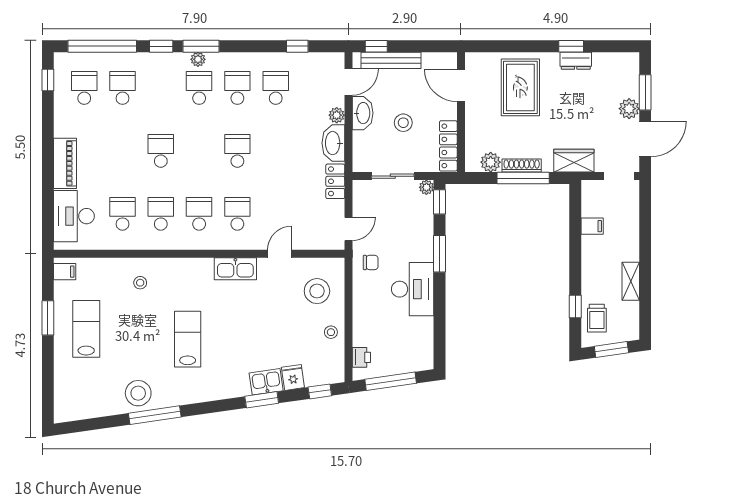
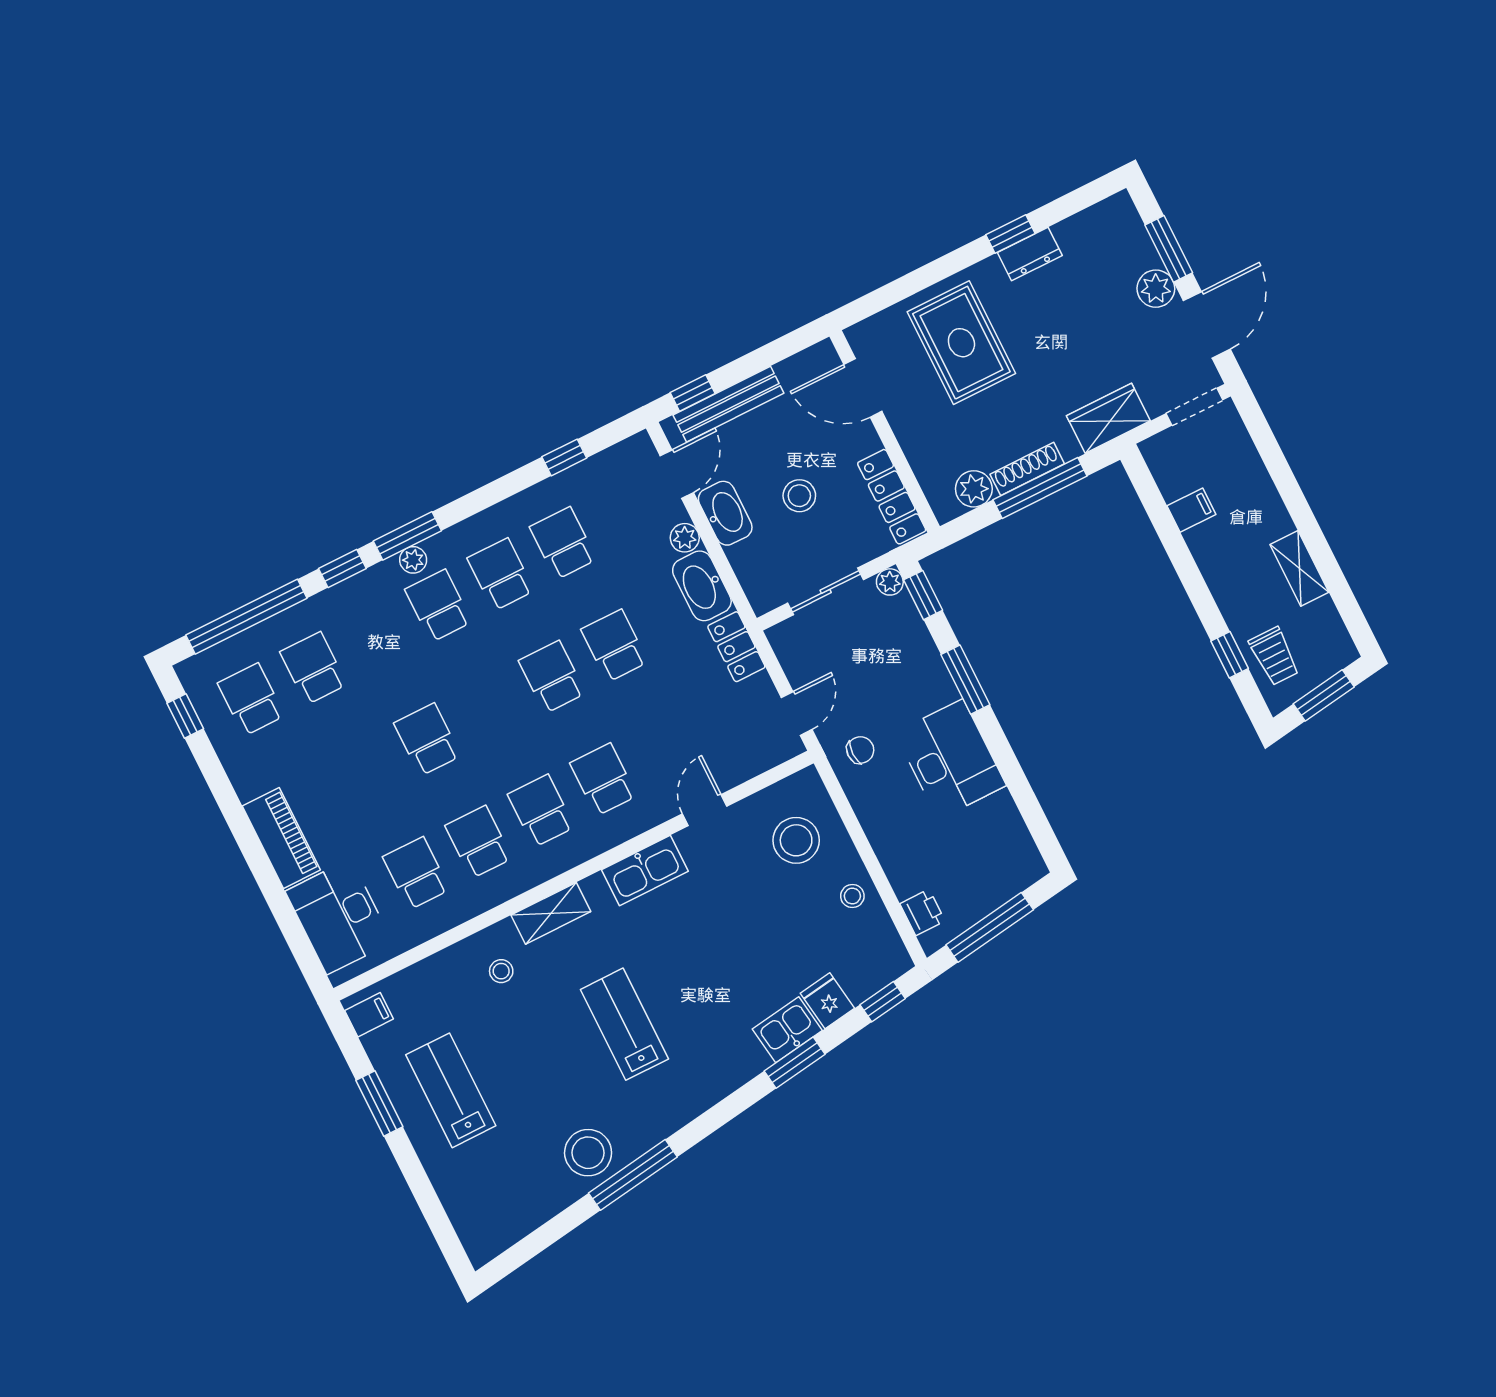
school desk: (276, 151) -> (614, 646), added
shelving: (179, 267) -> (551, 913), added

